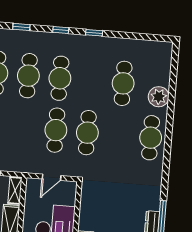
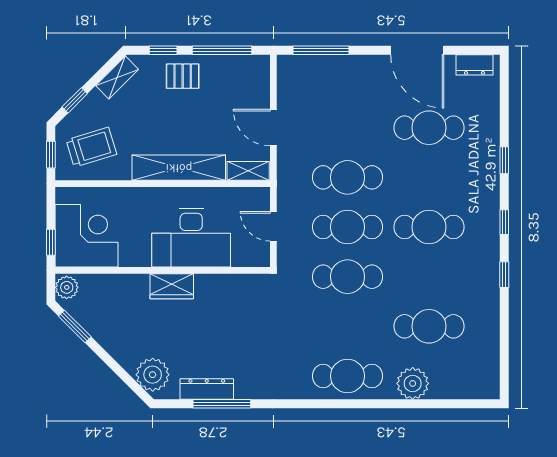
cafe table: (28, 76) -> (347, 177), moved

